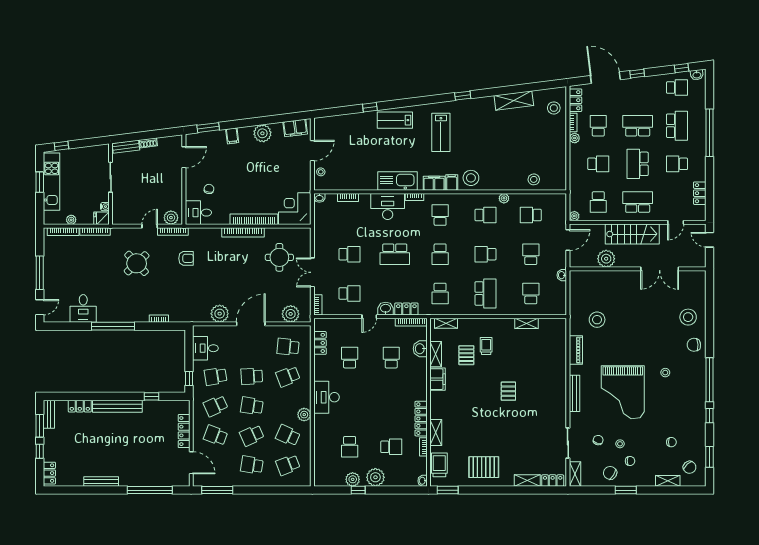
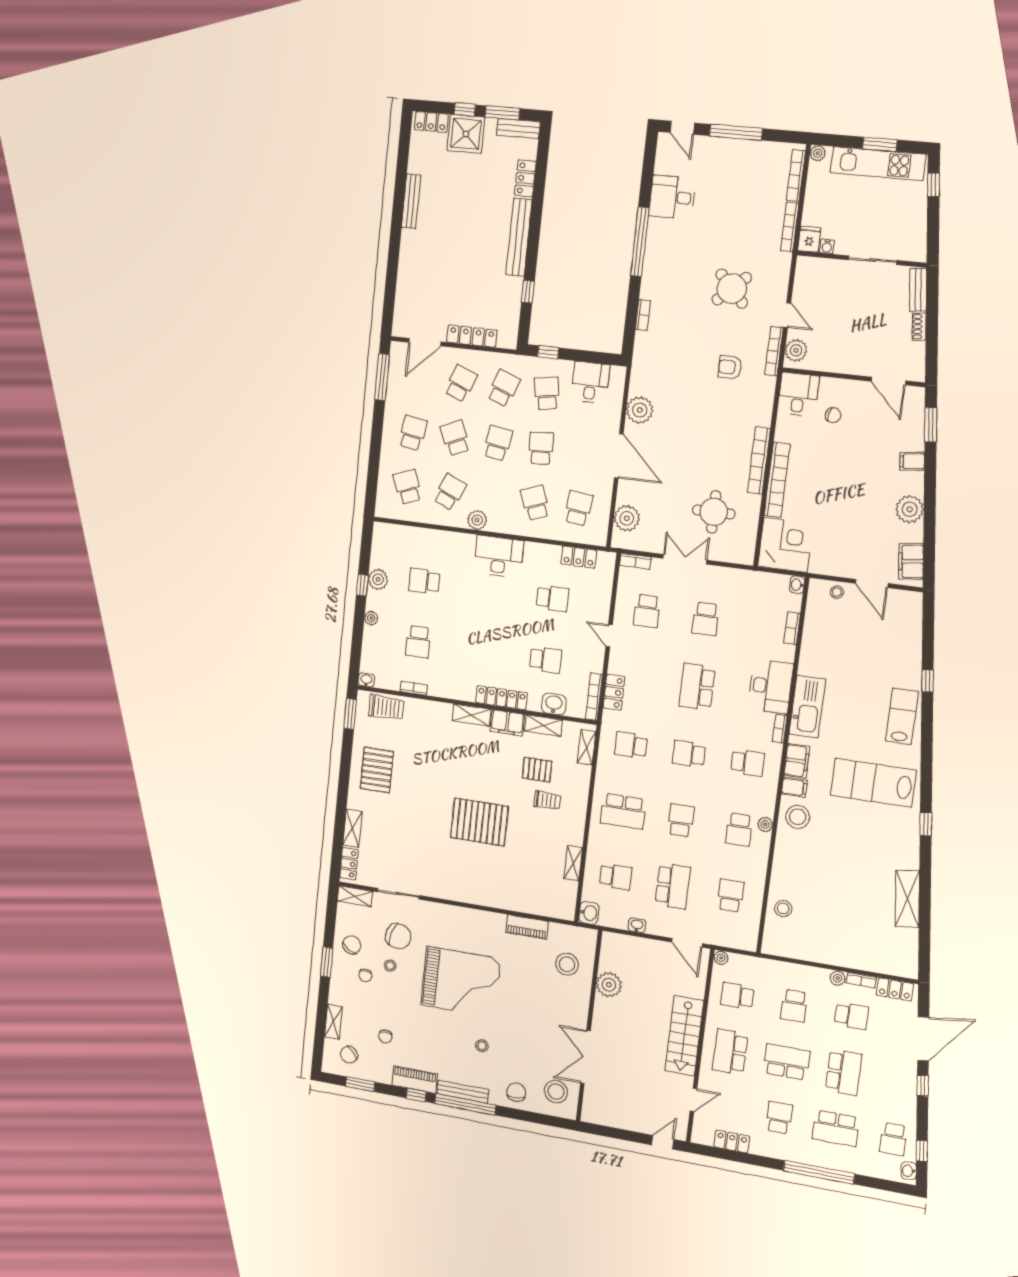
stool: (554, 108) -> (887, 956), removed
lab bench: (441, 132) -> (873, 783), width x1.36, depth x1.39
plant: (504, 198) -> (765, 824), moved
school desk: (638, 202) -> (730, 1052), turned 180
plant: (71, 220) -> (818, 153), moved
door: (676, 222) -> (693, 1100), swing flipped
school desk: (531, 254) -> (673, 886), width x1.85
armchair: (186, 258) -> (730, 367), turned 90
plant: (606, 259) -> (609, 985), moved
wall: (638, 269) -> (589, 1026), moved
double door: (660, 269) -> (585, 1057), moved
washbasin: (386, 309) -> (589, 913), moved
pallet: (508, 391) -> (479, 822), width x2.05, depth x2.00
grand piano: (623, 392) -> (461, 982), turned 180
bench: (575, 393) -> (463, 1092), moved
school desk: (216, 406) -> (504, 388), turned 45
piano: (699, 418) -> (415, 1080), added
locker: (421, 419) -> (501, 698), moved
shelving: (436, 432) -> (471, 715), moved
chair: (598, 440) -> (398, 936), width x1.87, depth x1.87
shower: (55, 449) -> (466, 134), added
plant: (375, 477) -> (371, 618), width x0.53, depth x0.53
window: (150, 490) -> (392, 275), removed

